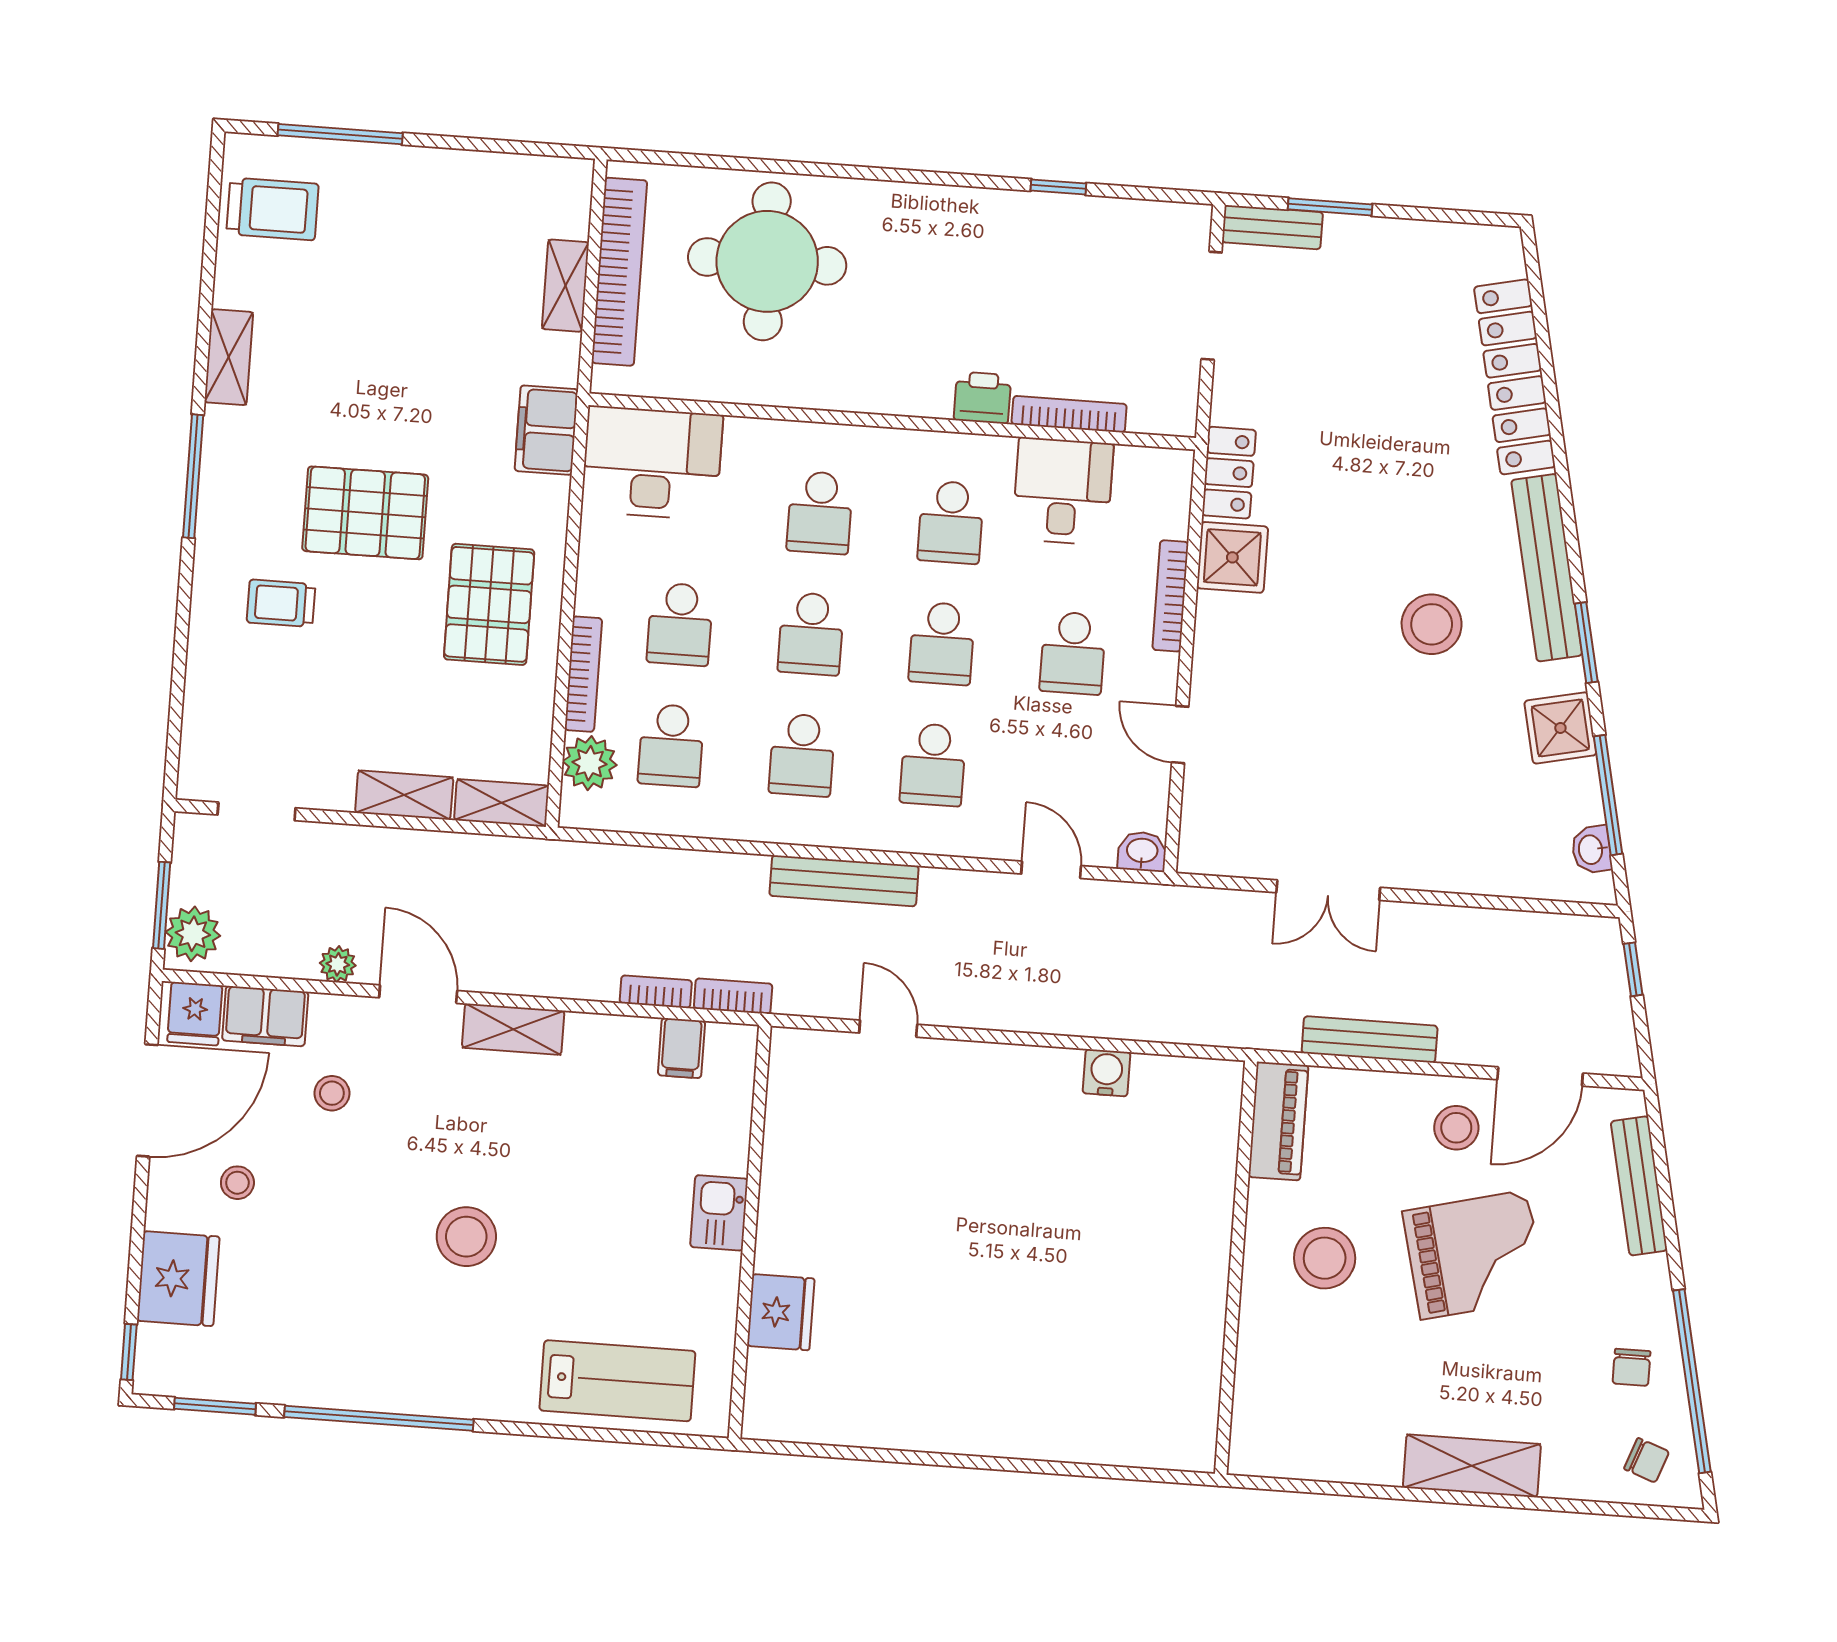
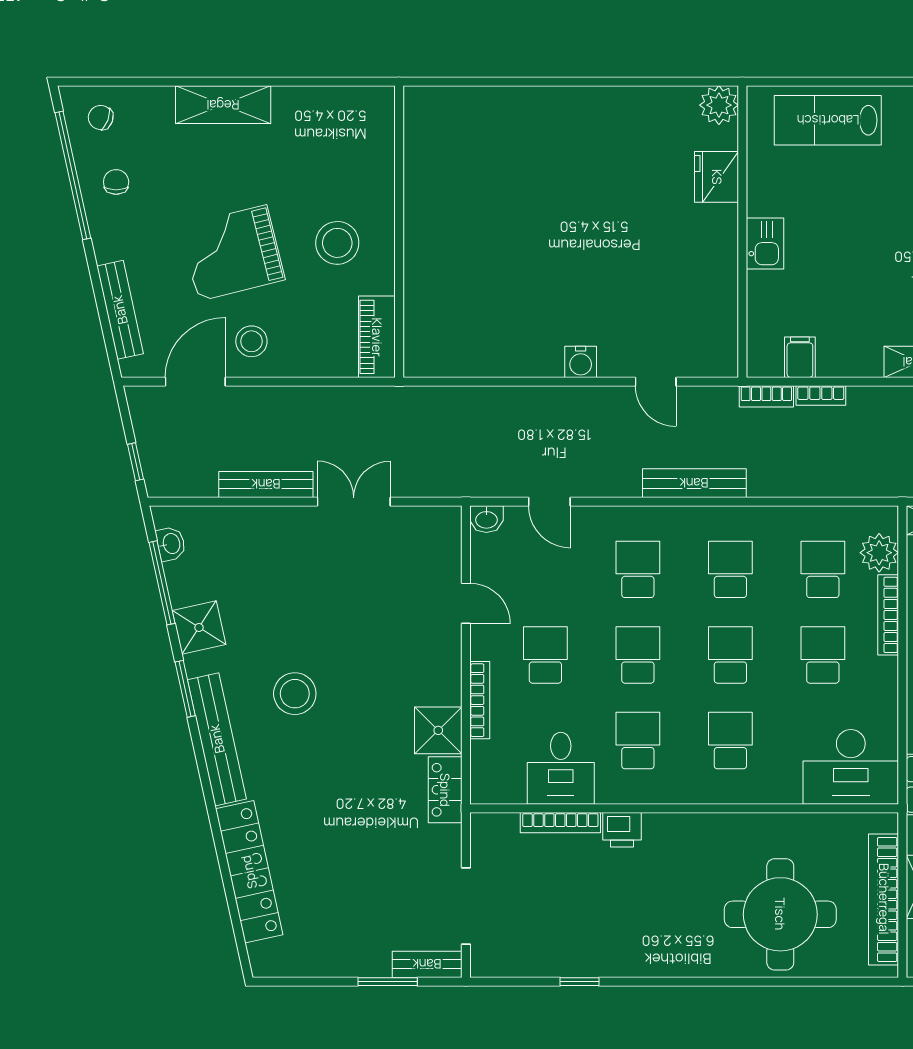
bench: (1370, 1039) -> (266, 484), moved
water cooler: (1107, 1073) -> (581, 362), moved
plant: (770, 1414) -> (719, 105), added

